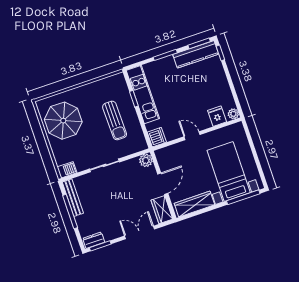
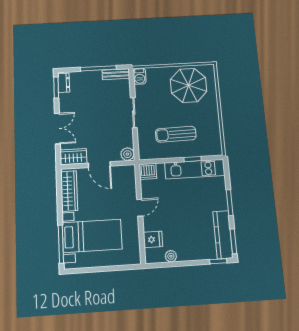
plant: (233, 114) -> (171, 256), moved
bench: (73, 198) -> (116, 74), width x0.73

